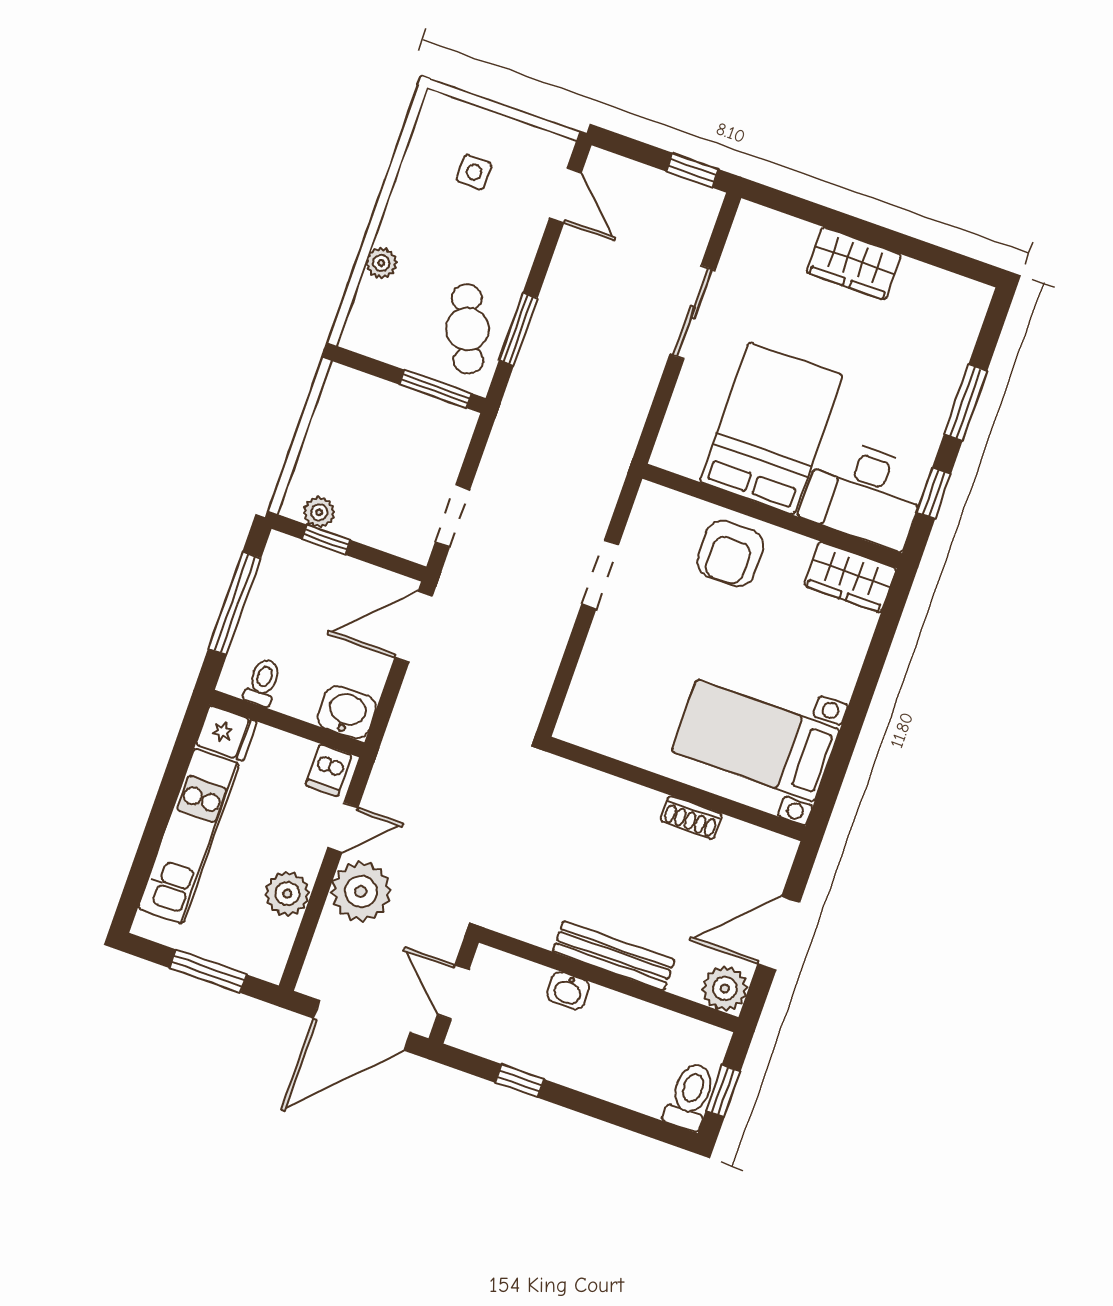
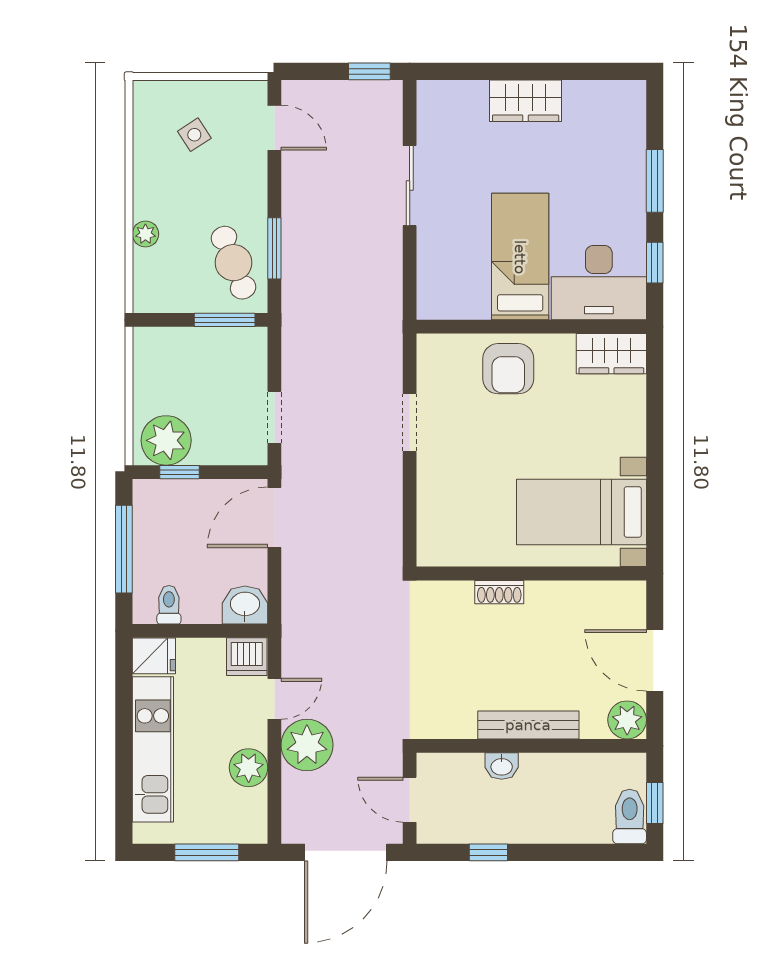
side table: (474, 172) -> (194, 135), turned -33
bed: (771, 428) -> (520, 257), width x0.67
plant: (319, 512) -> (166, 440), width x1.87, depth x1.87
dishwasher: (329, 770) -> (247, 657), width x1.38
shoe rack: (691, 817) -> (499, 592), moved
door: (779, 933) -> (655, 660), hinge flipped

